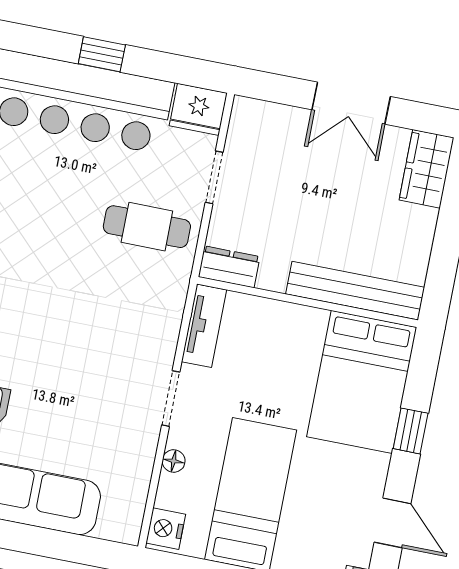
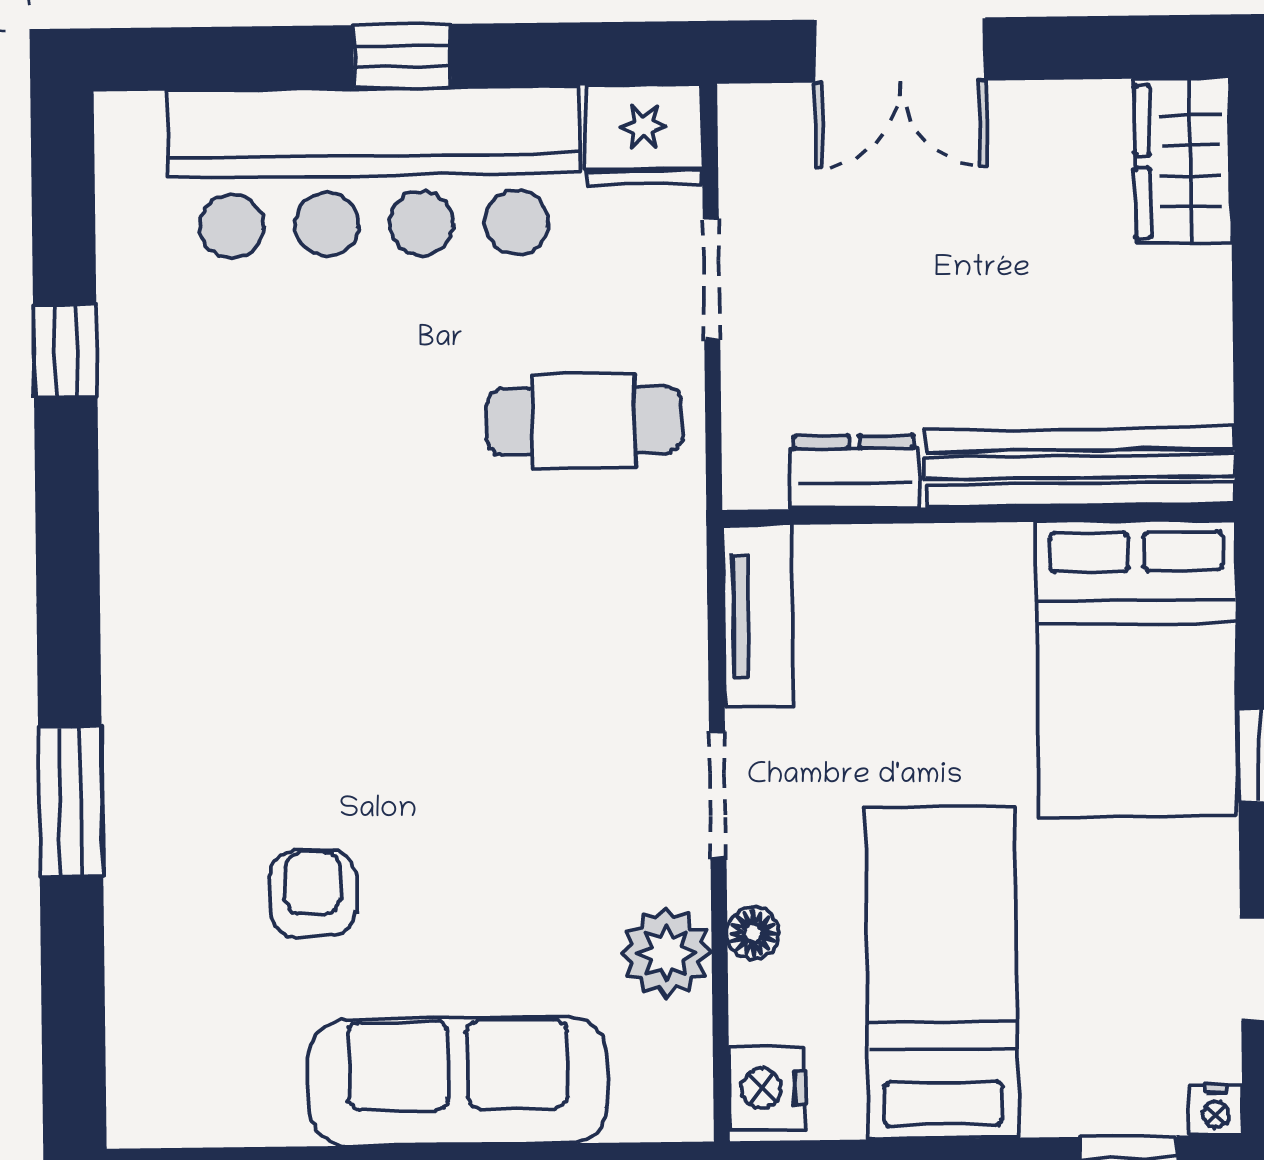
double door: (351, 103) -> (900, 50), moved
dresser: (229, 267) -> (854, 472), moved
plant: (135, 462) -> (666, 953), added

